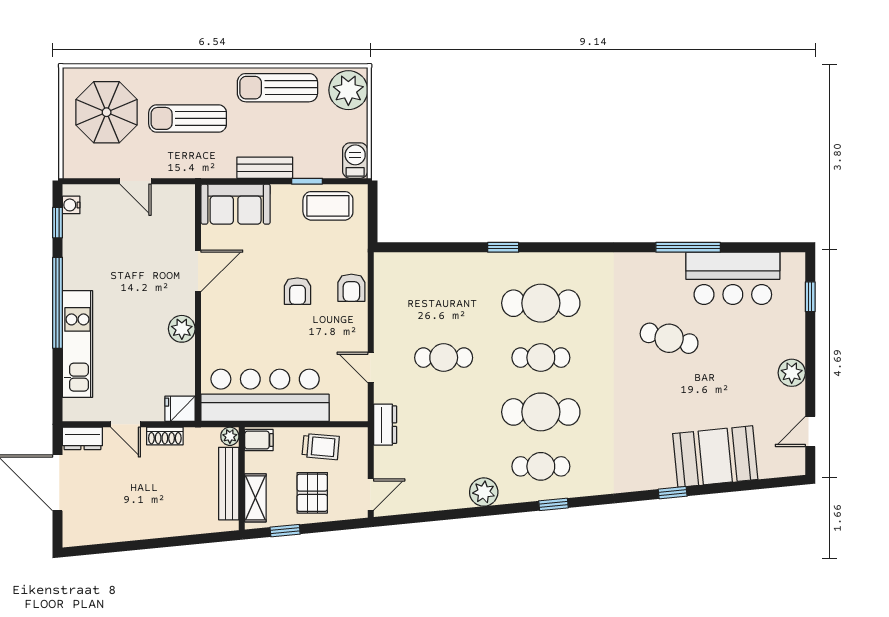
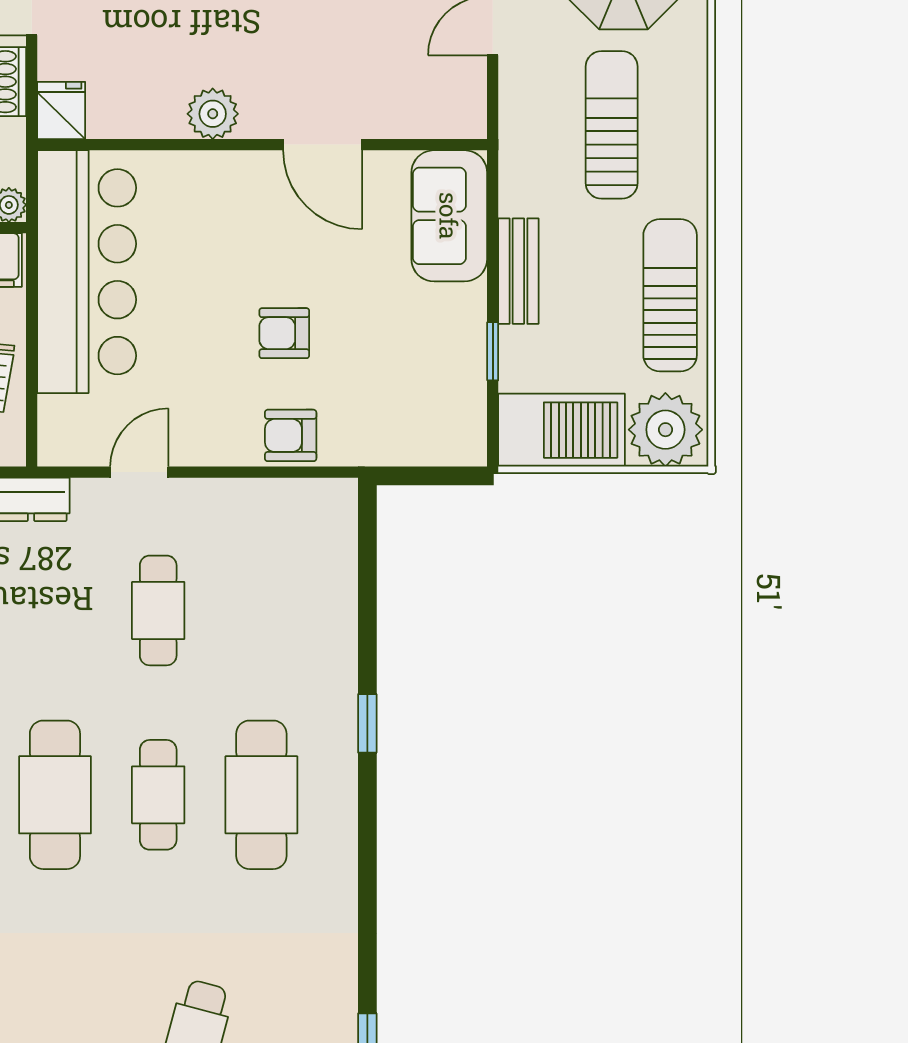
barbecue: (355, 161) -> (562, 430), width x1.88, depth x1.53
coffee table: (328, 206) -> (446, 391), removed

